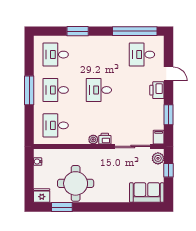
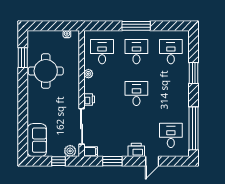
plant: (93, 140) -> (88, 74), moved
fridge: (42, 196) -> (34, 38), removed

